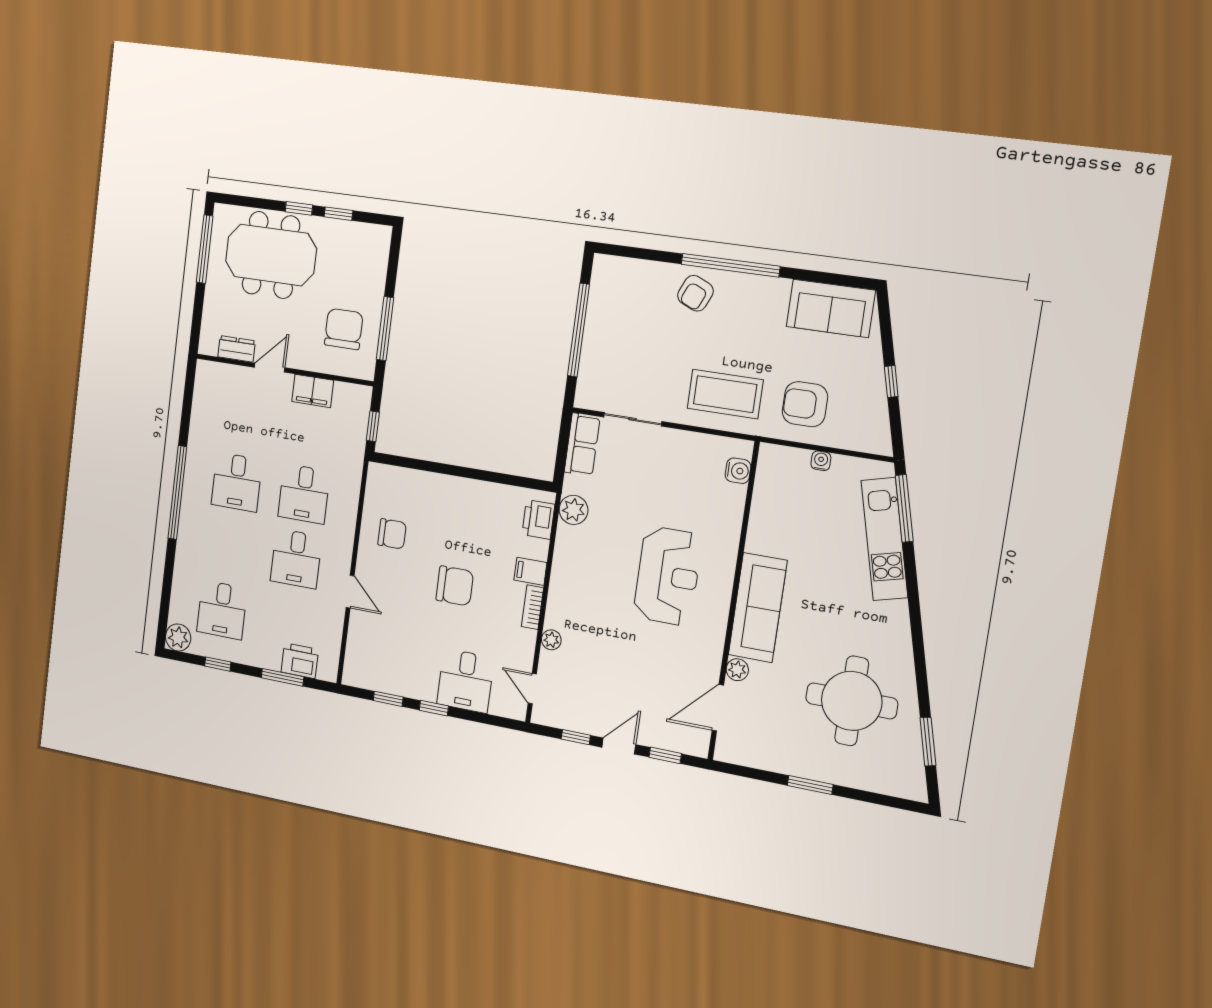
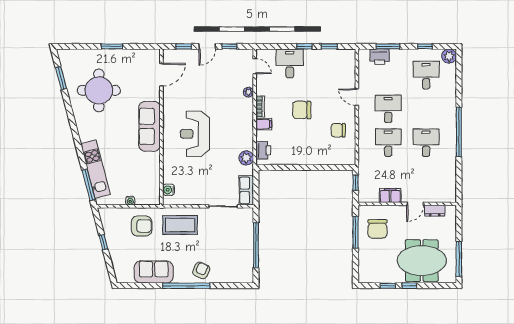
sofa: (831, 308) -> (154, 272), moved
plant: (737, 670) -> (155, 95), removed

